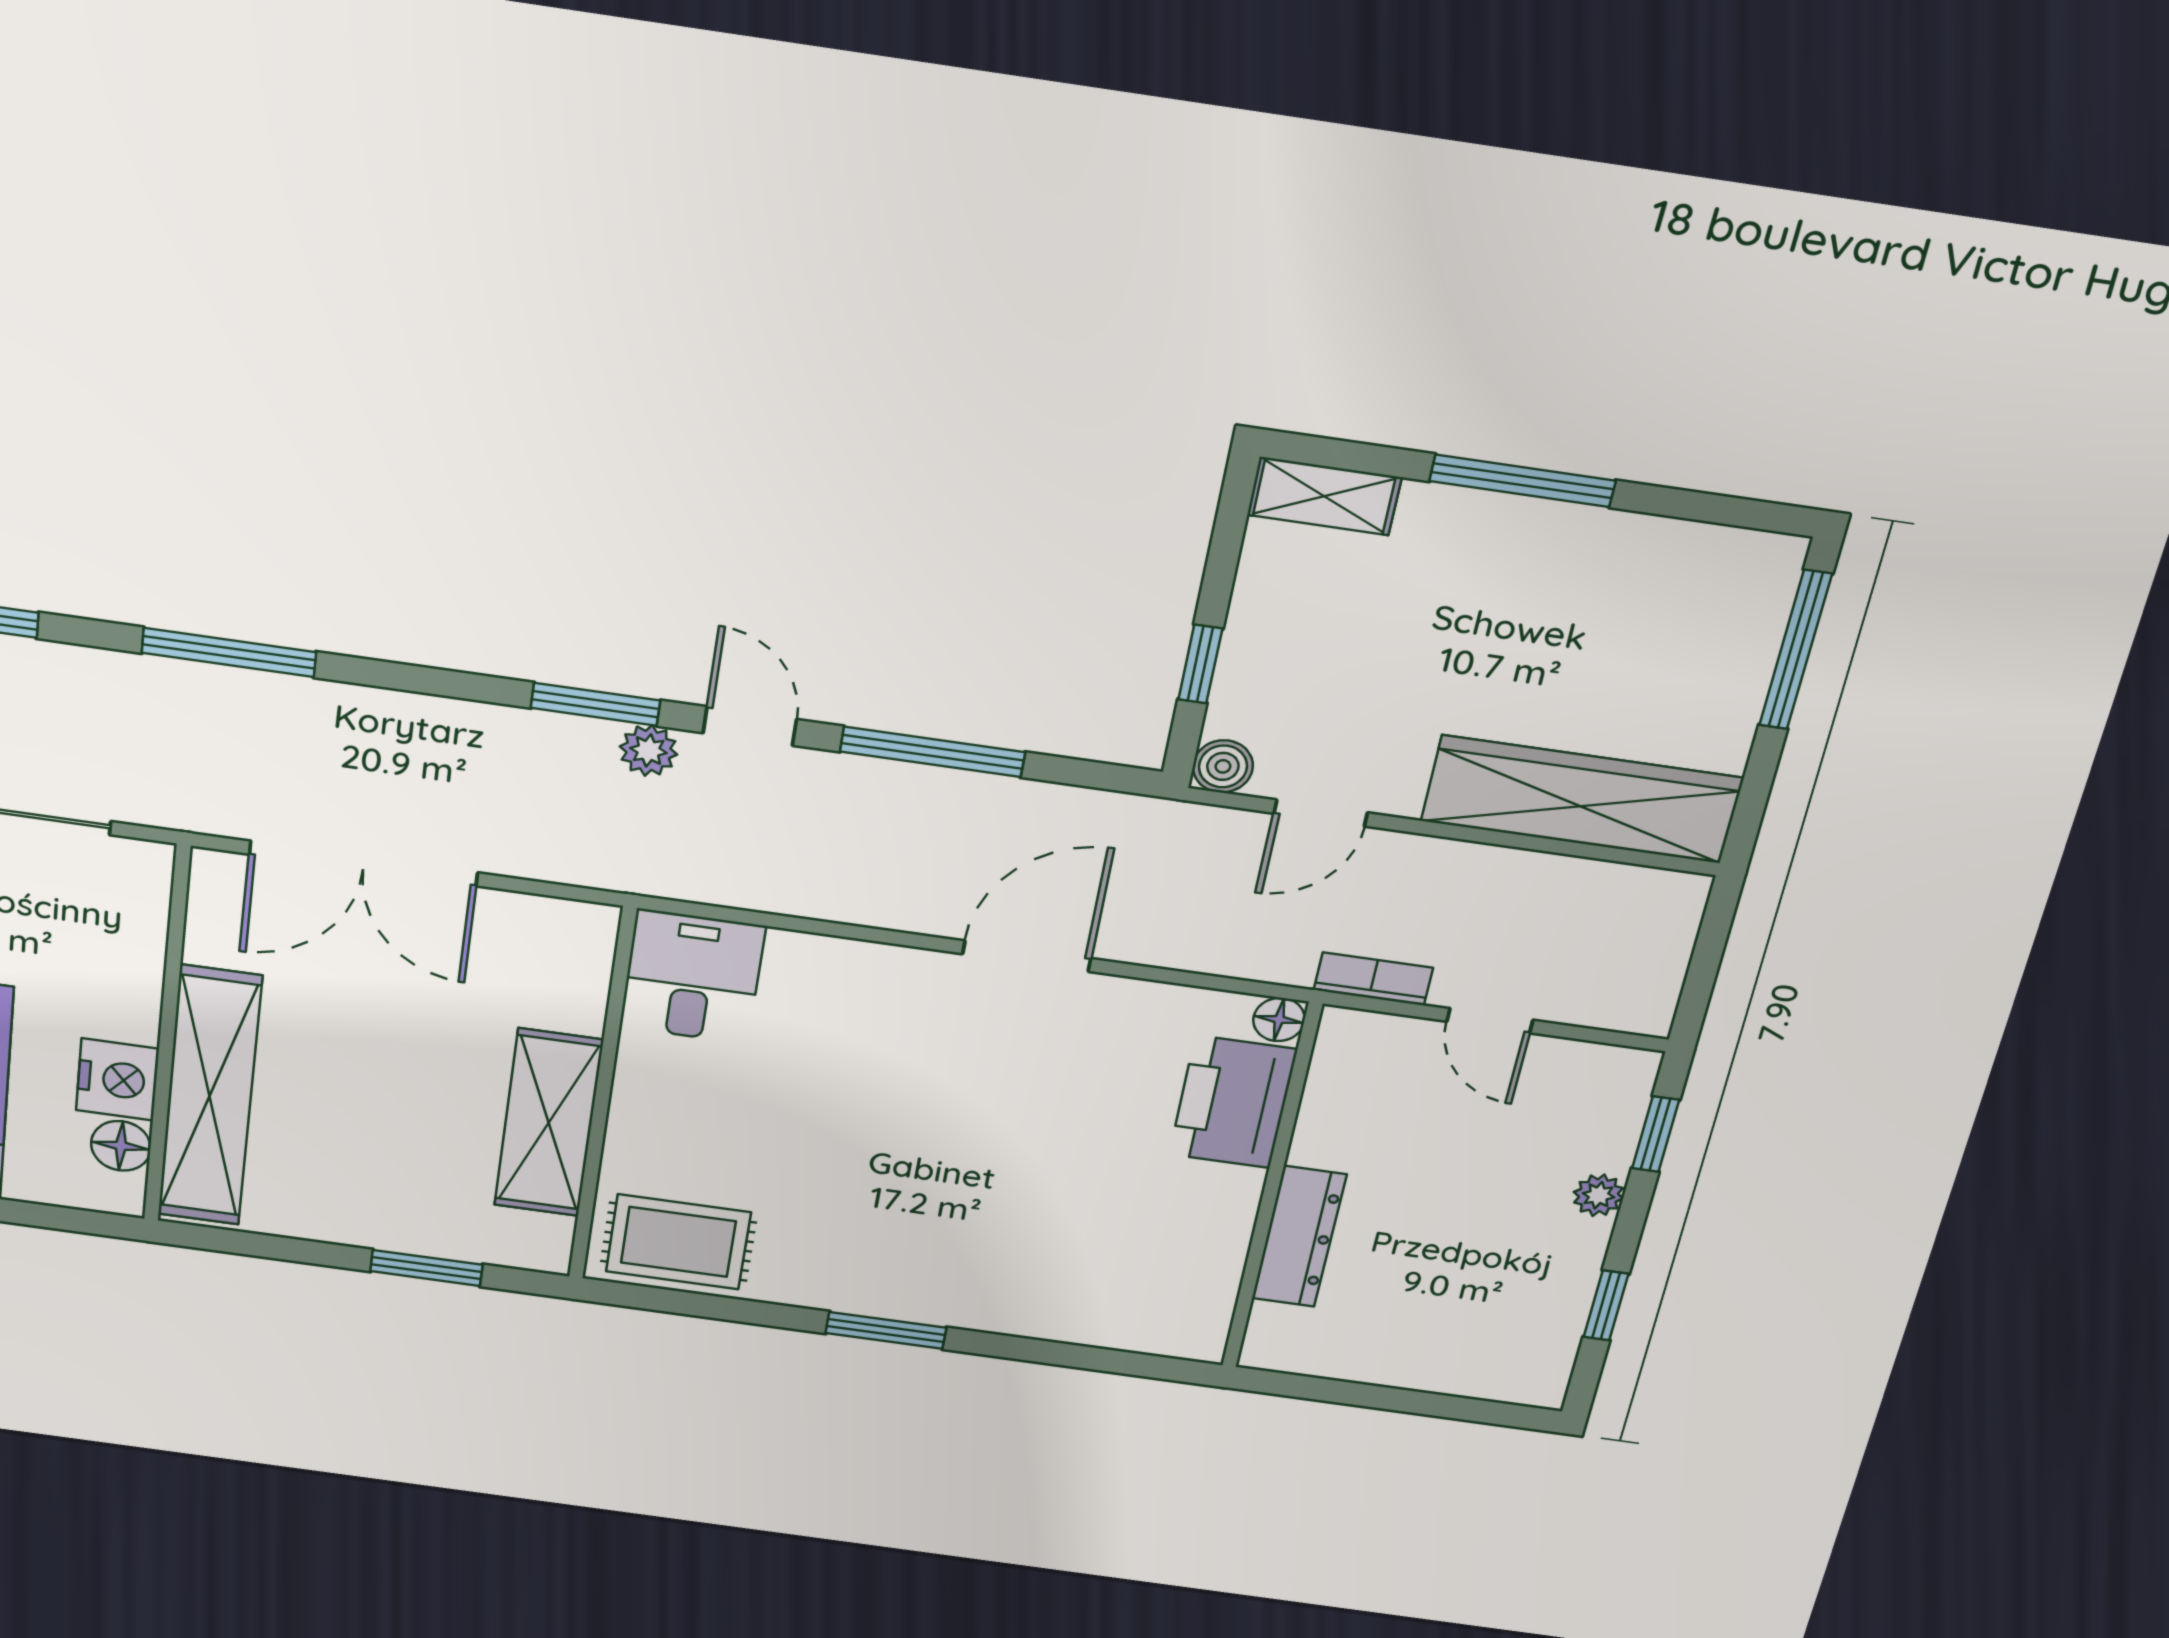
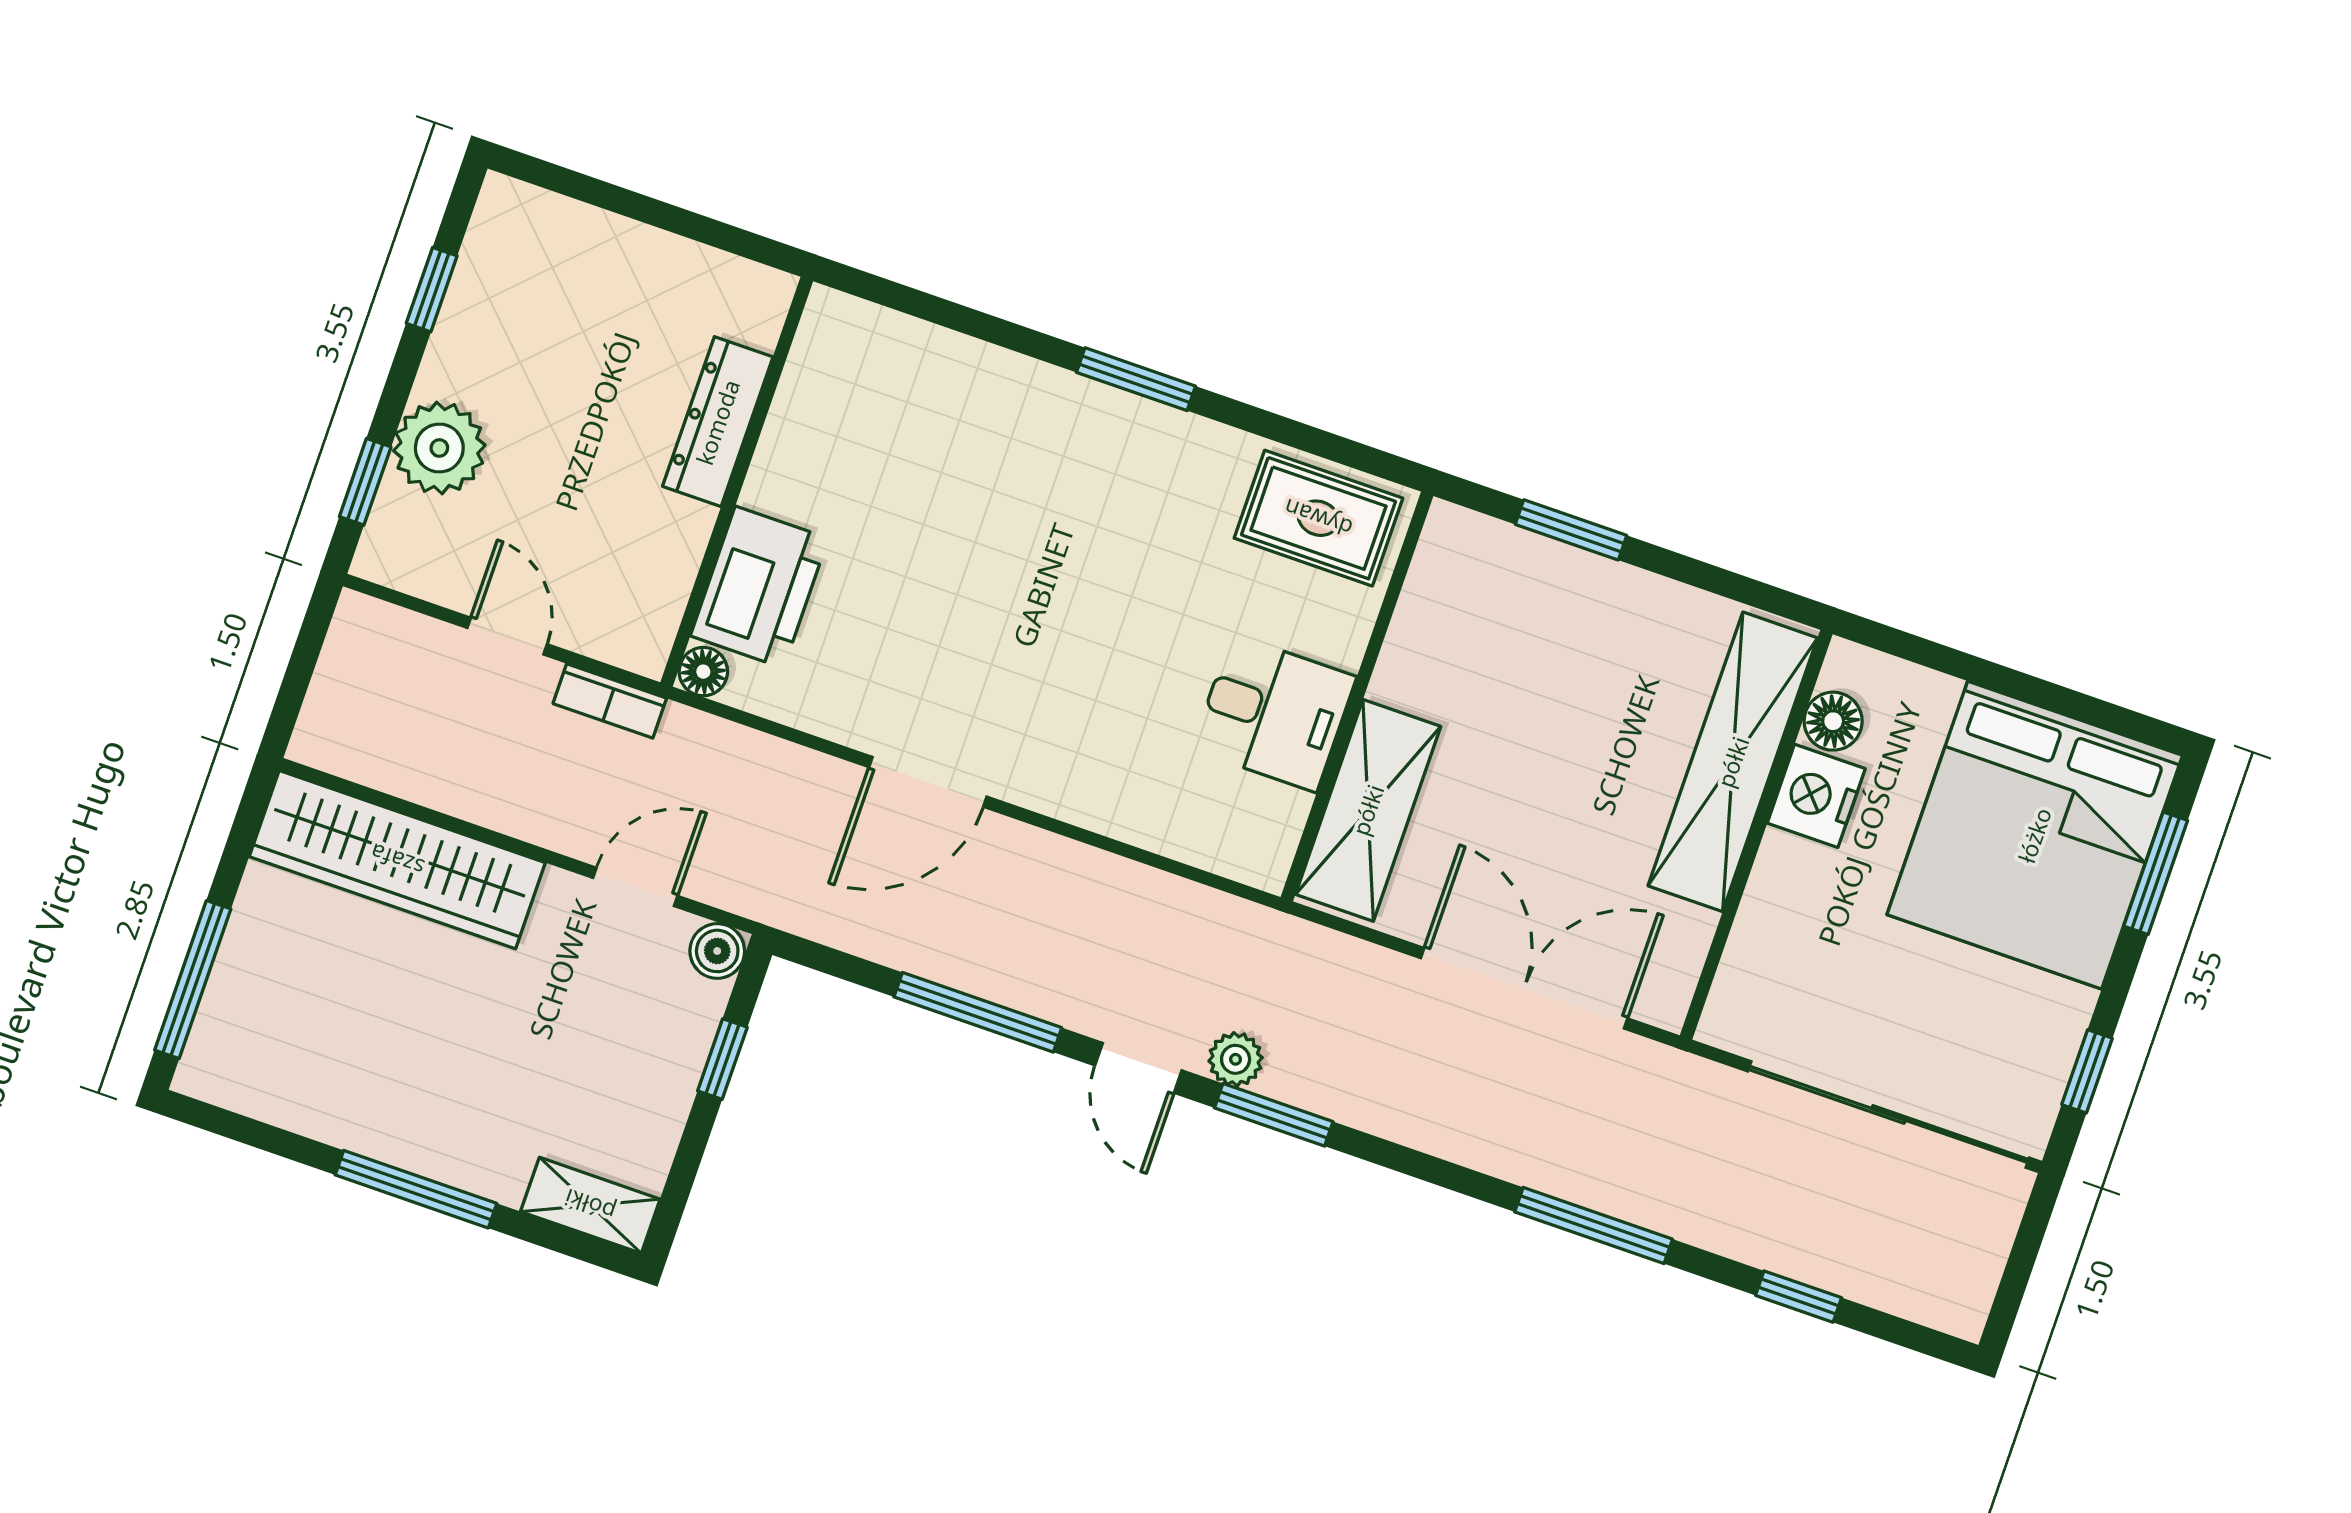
desk: (692, 977) -> (1274, 713), moved, turned -90
shelving: (549, 1123) -> (1368, 810), moved
plant: (1598, 1195) -> (439, 448), width x1.88, depth x1.88

